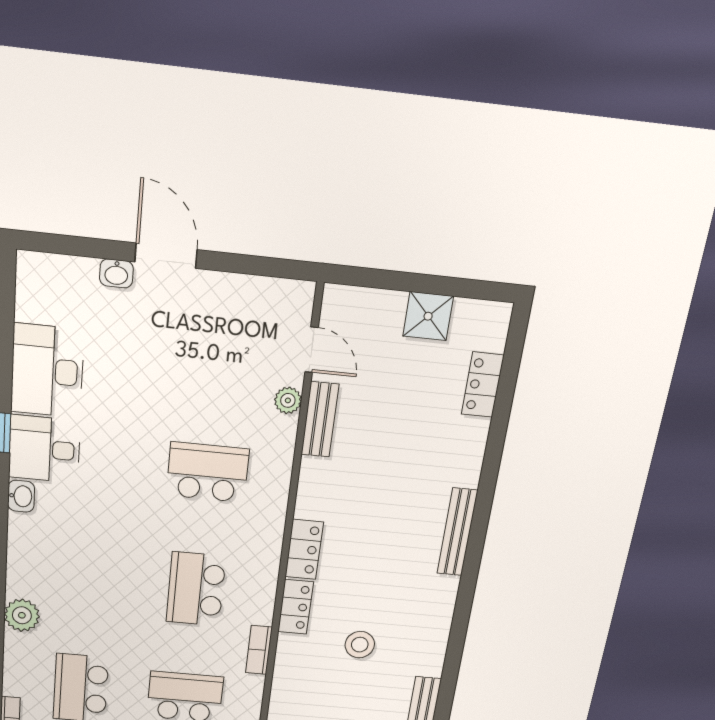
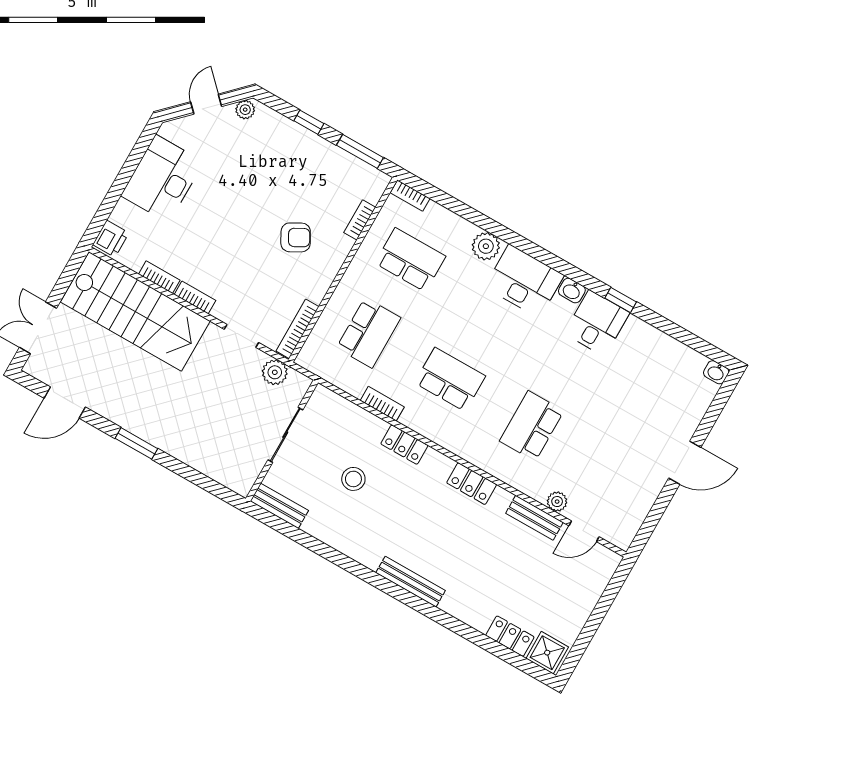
washbasin: (116, 273) -> (716, 372), moved, turned -90
shower: (428, 316) -> (547, 653), moved
desk: (47, 371) -> (524, 281), moved
school desk: (208, 472) -> (532, 426), turned 180
locker: (304, 549) -> (472, 484), moved

